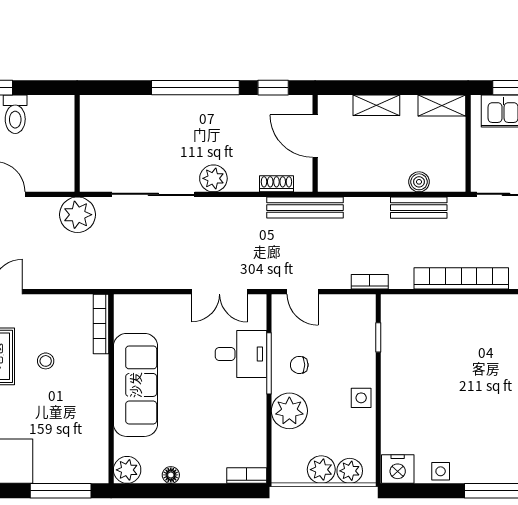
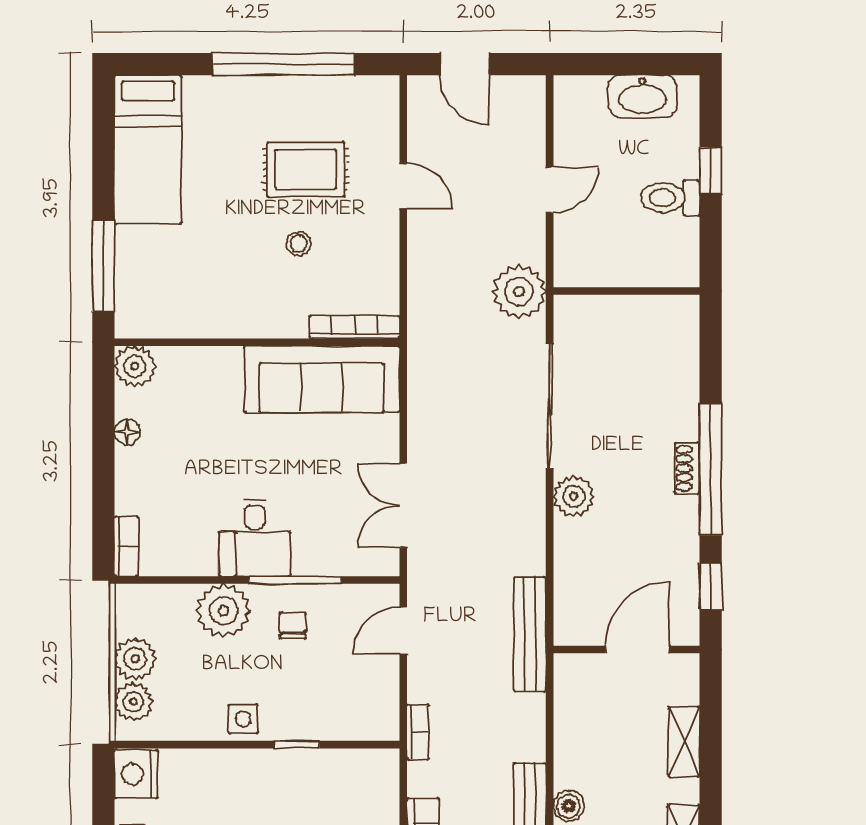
shoe rack: (276, 184) -> (687, 468), moved, turned 180
window: (378, 337) -> (297, 745), moved
desk: (241, 354) -> (255, 538), moved
sofa: (135, 385) -> (322, 379), moved

